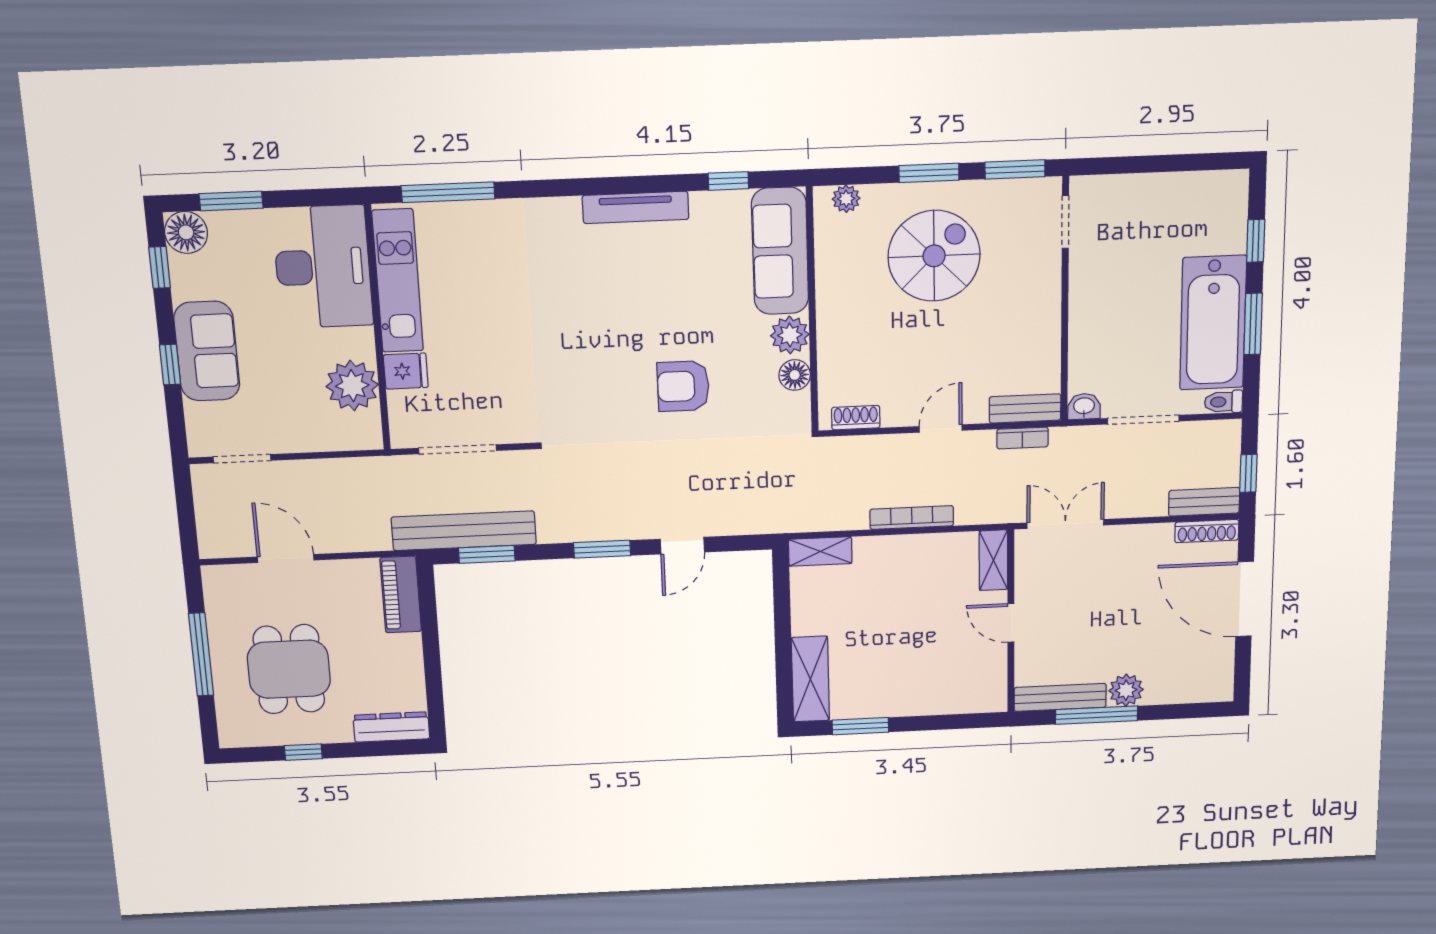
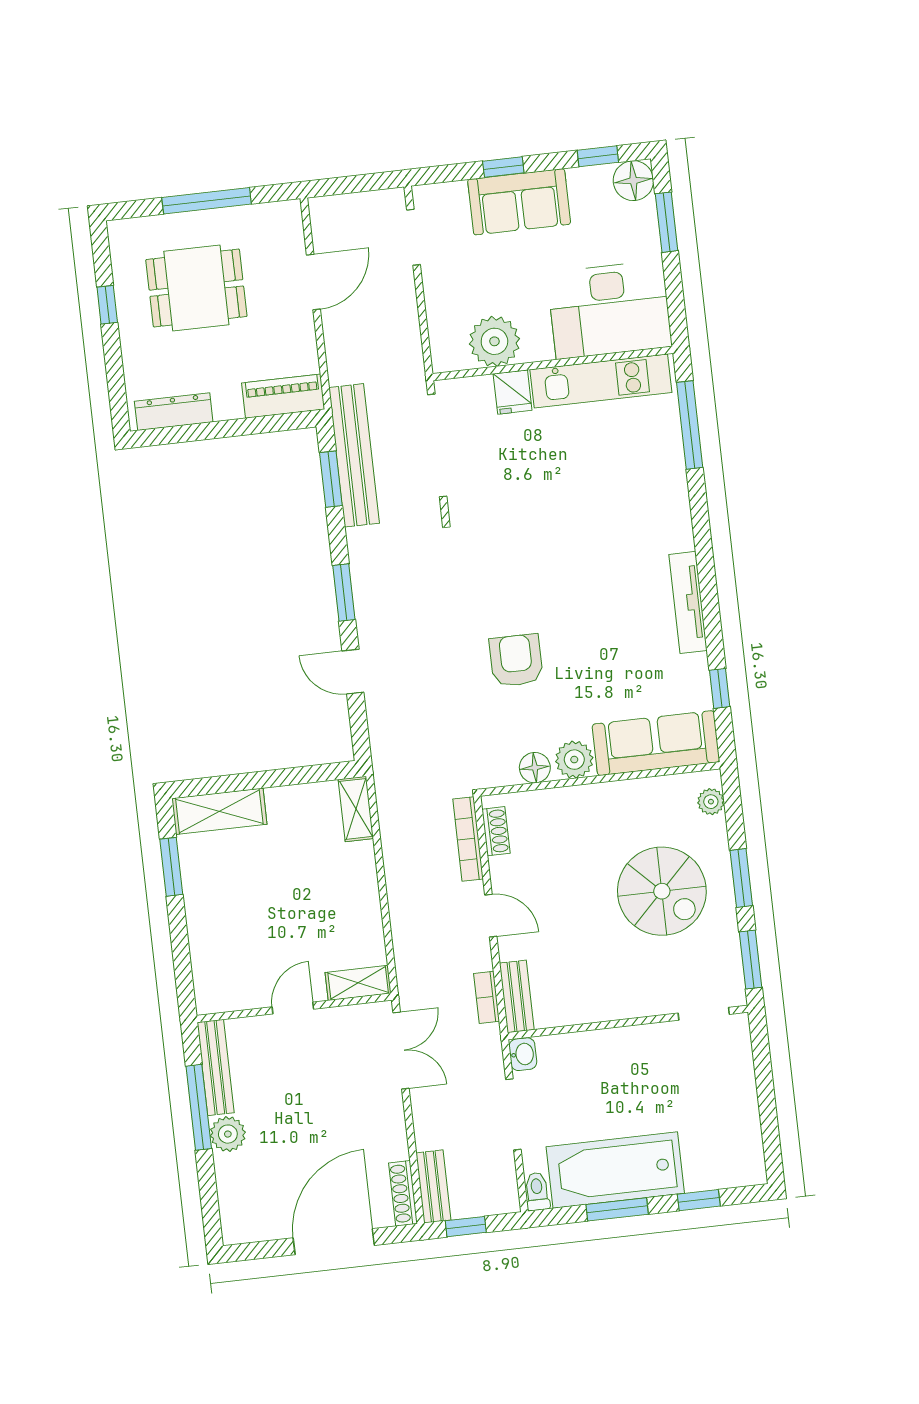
doorway: (458, 449) -> (437, 445), width x1.36
bookcase: (912, 517) -> (468, 839), moved, turned 180
dresser: (391, 727) -> (174, 412), moved, turned -90

